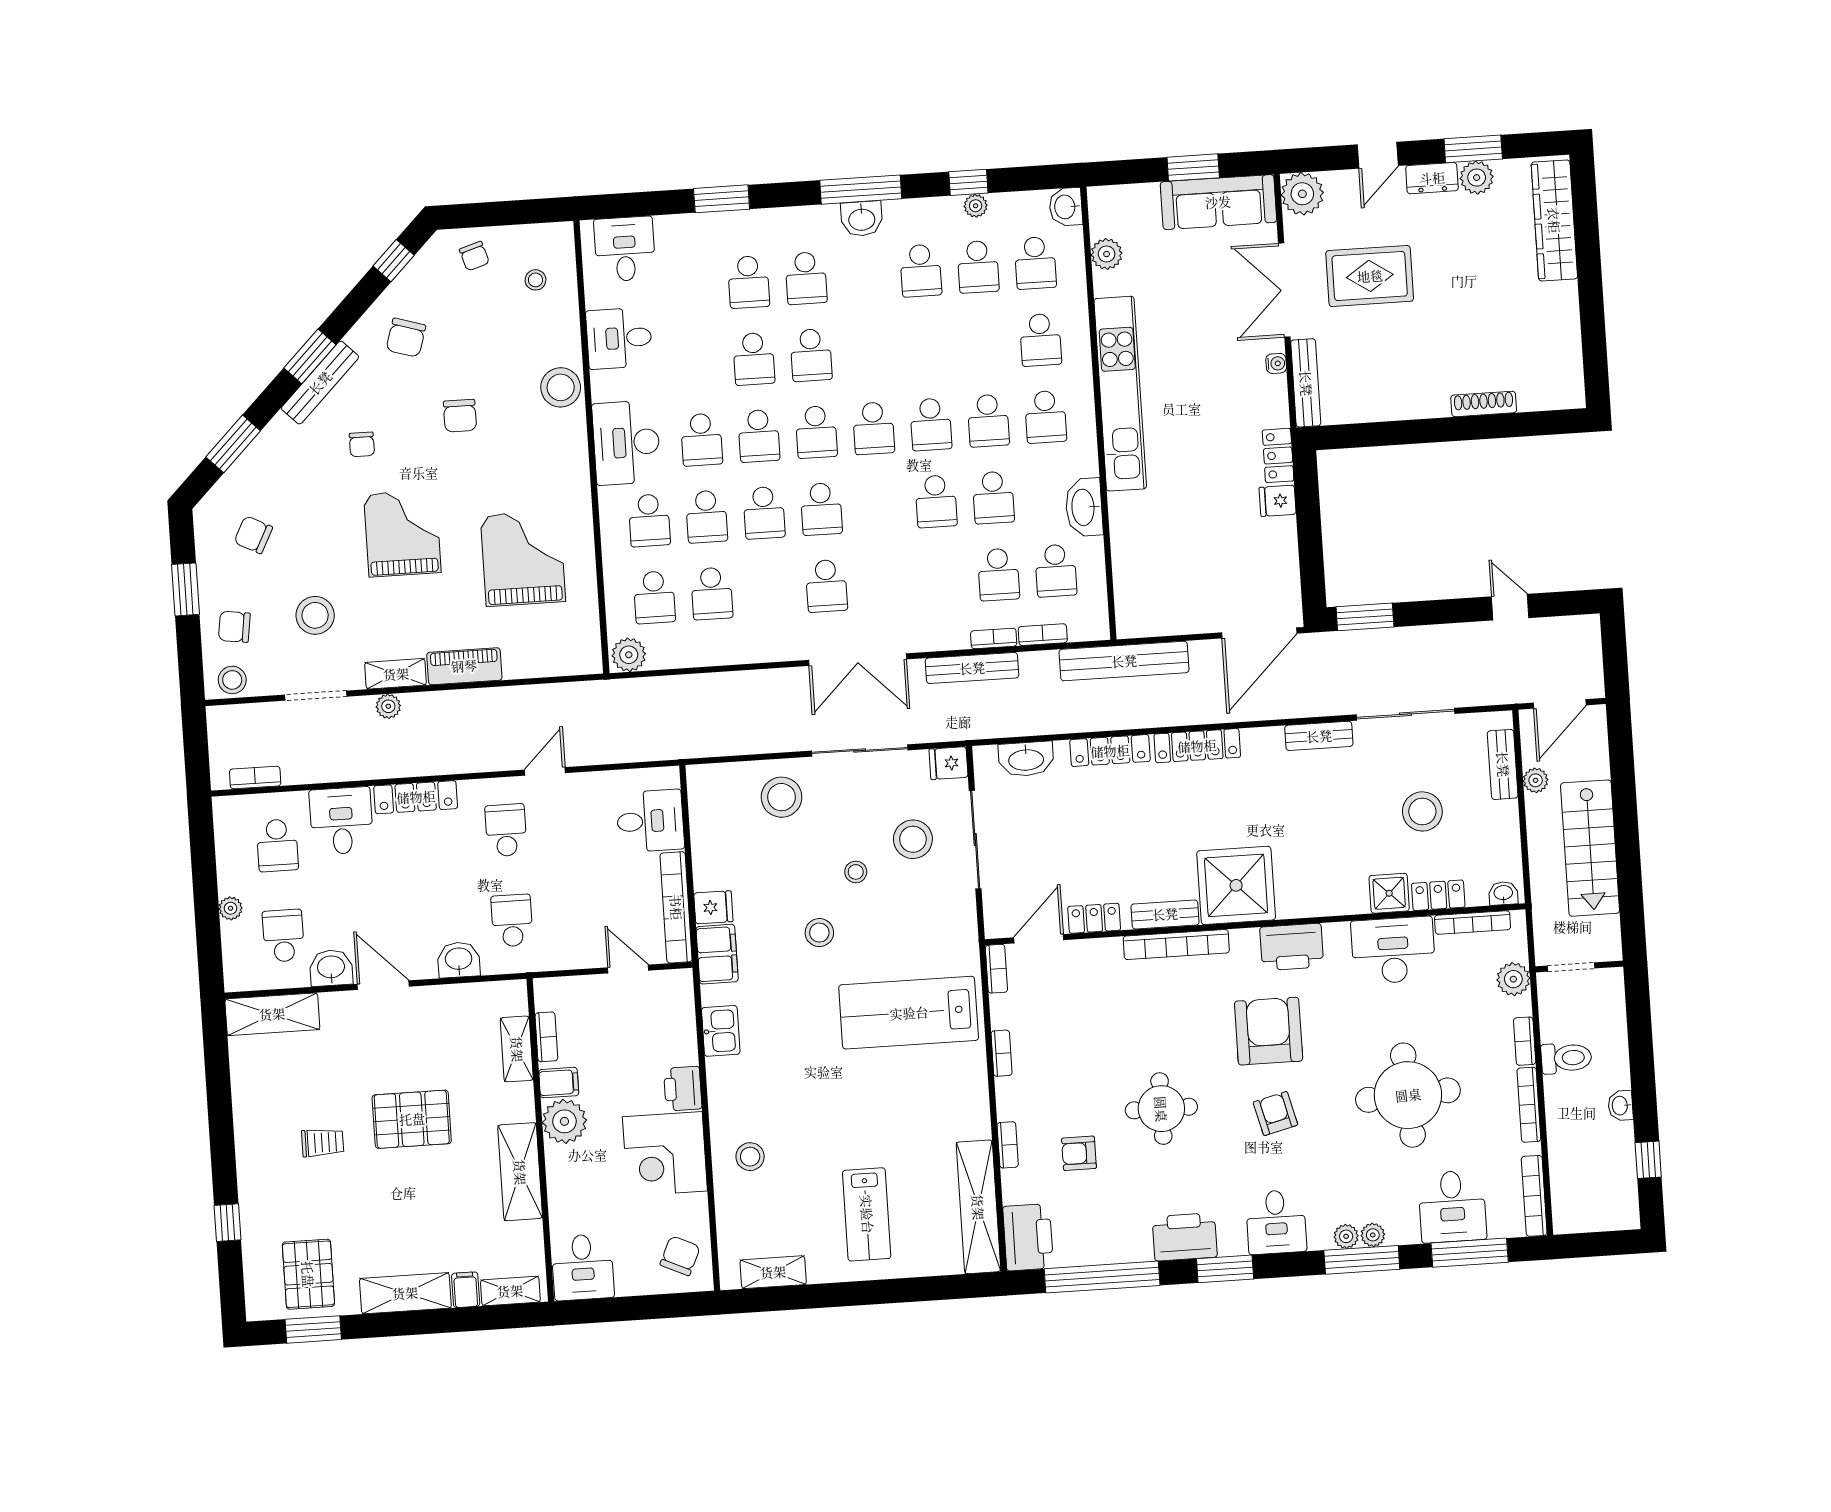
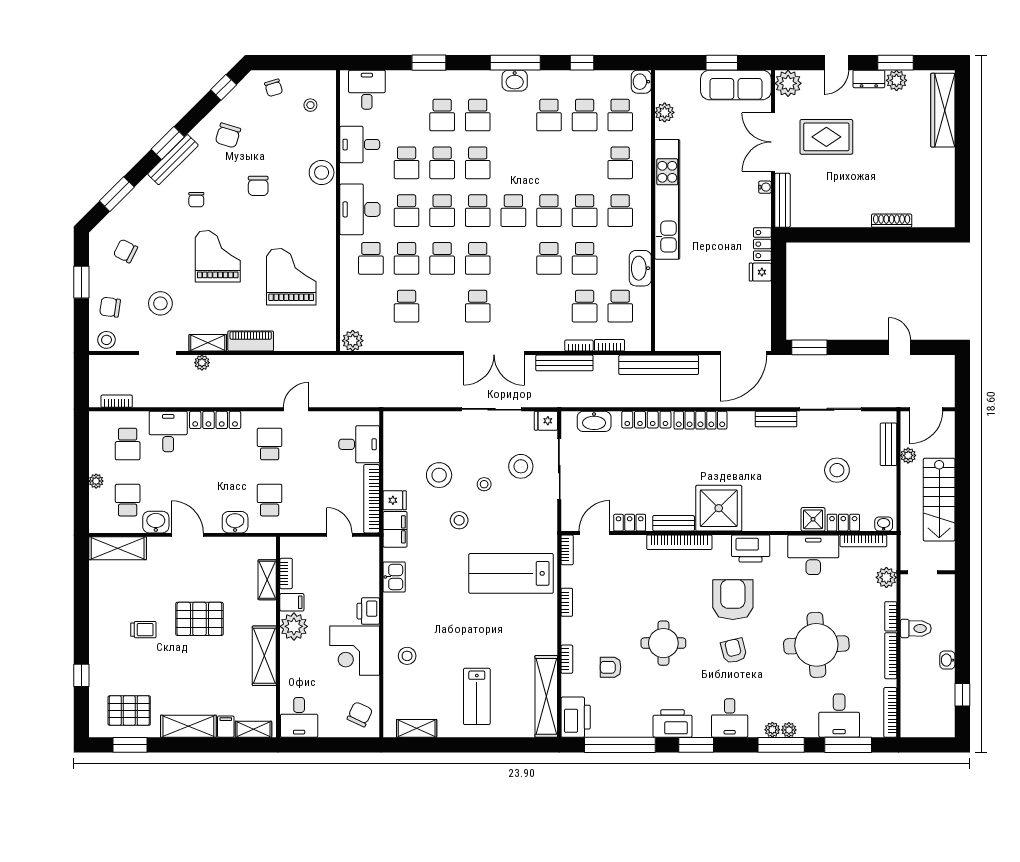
plant: (976, 206) -> (586, 77), removed
school desk: (654, 597) -> (407, 163), moved
stool: (782, 797) -> (439, 475), moved
pallet: (308, 1274) -> (129, 710), turned 90

